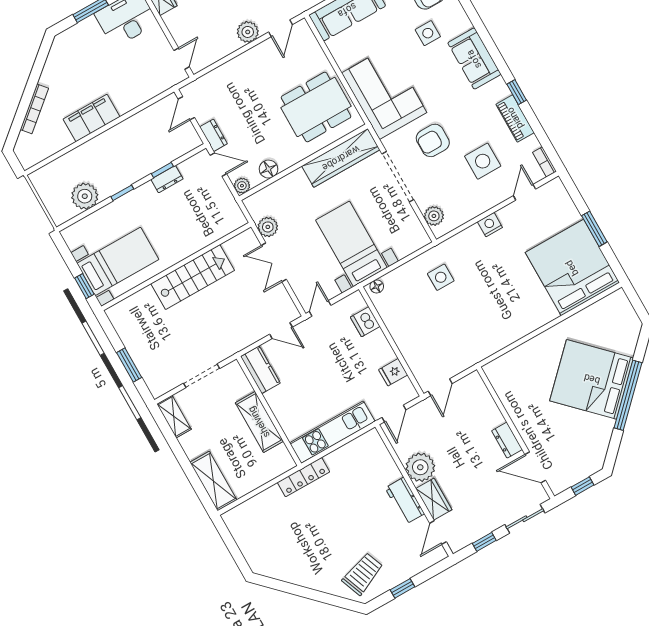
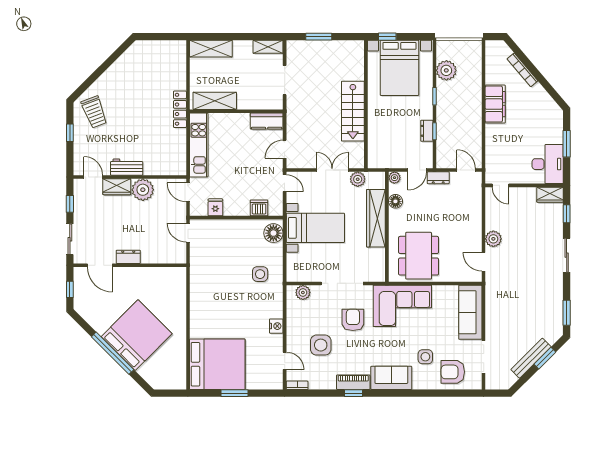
piano: (515, 118) -> (353, 382), moved
wardrobe: (341, 158) -> (376, 218), moved
bed with nightstands: (118, 261) -> (399, 68), width x1.36
floor lamp: (377, 286) -> (273, 233), width x1.89, depth x1.89
shelving: (259, 422) -> (215, 101), moved
door: (535, 467) -> (100, 265), swing flipped

